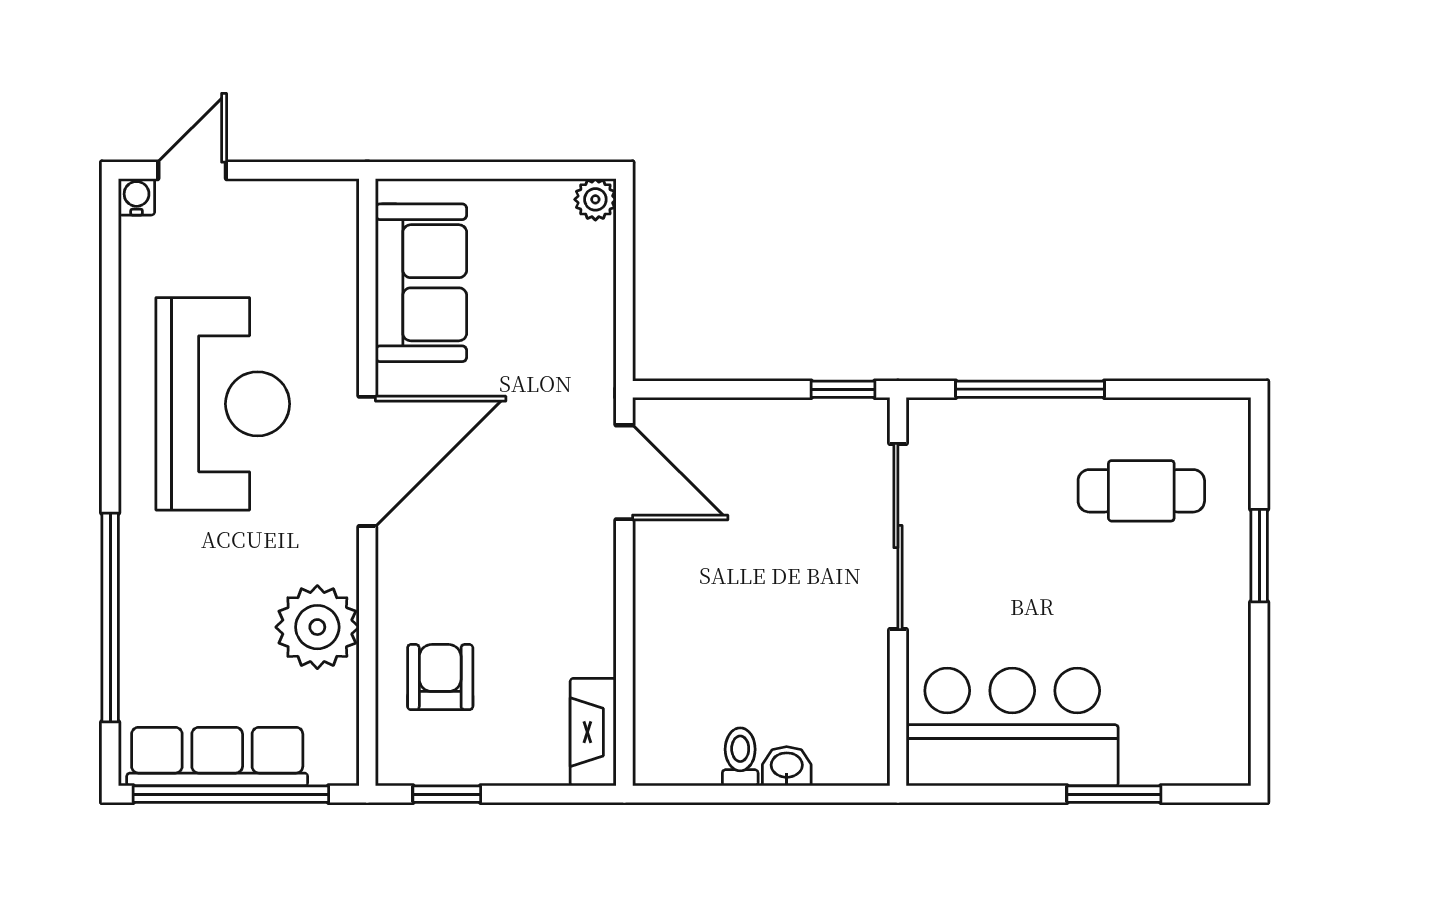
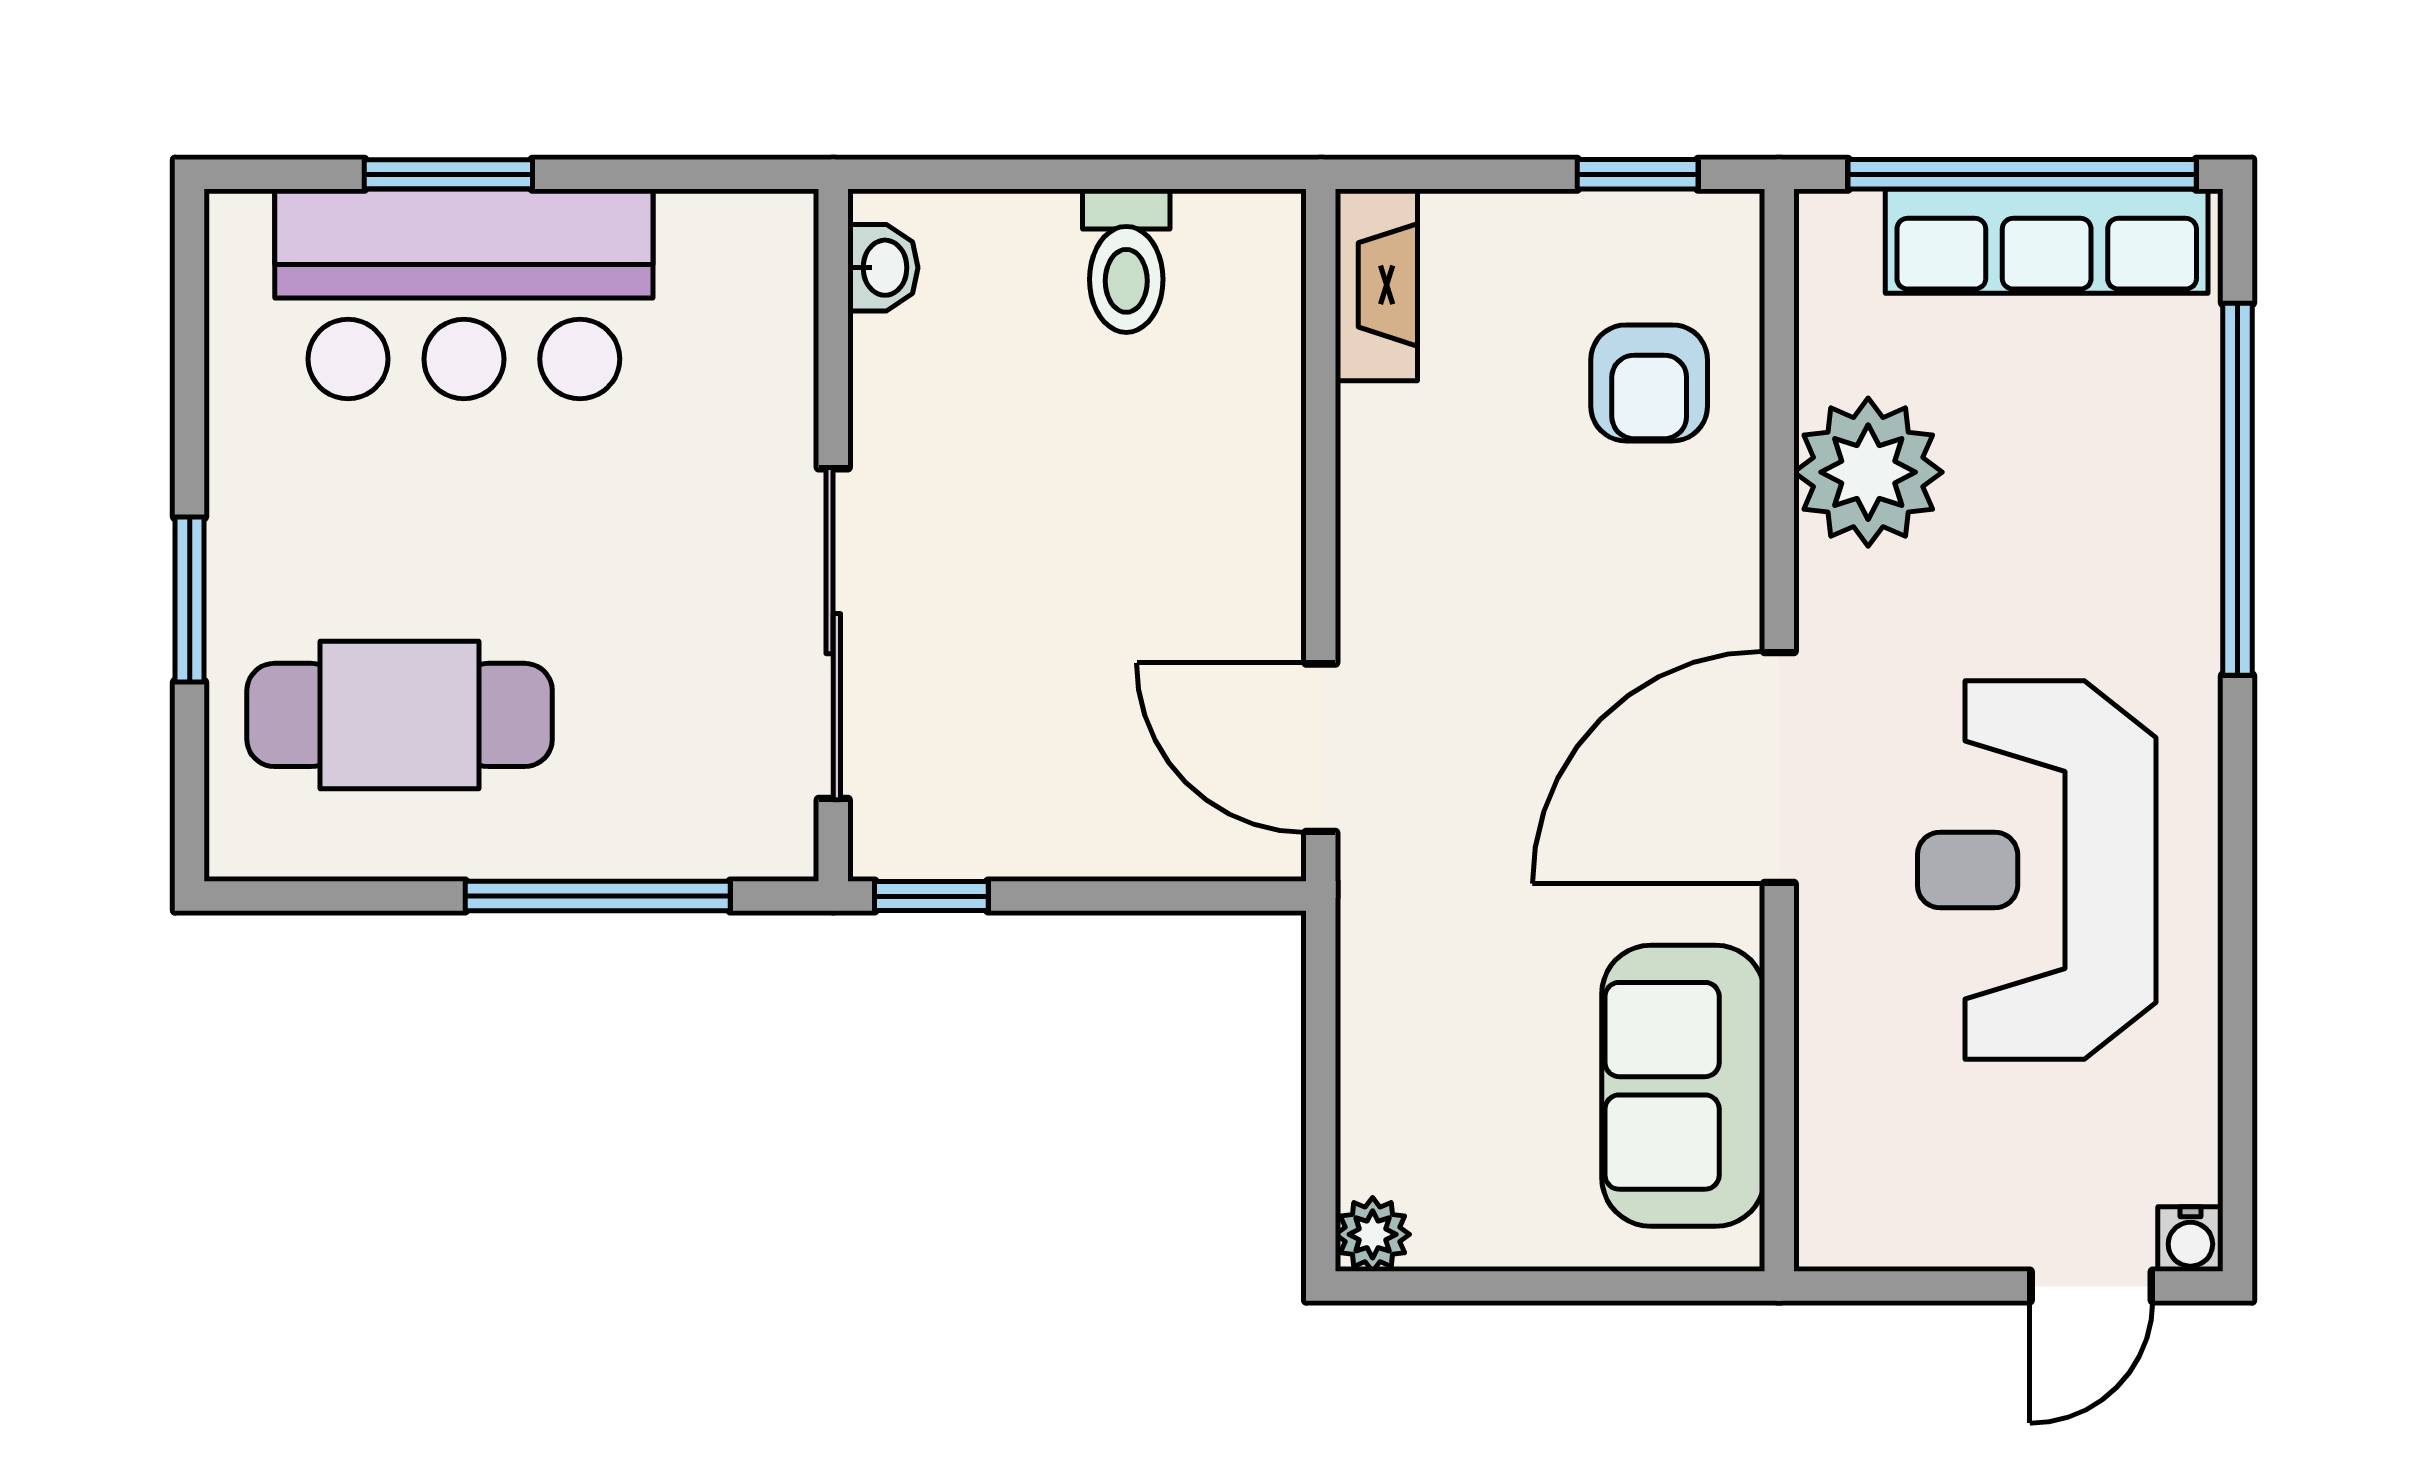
cafe table: (1141, 491) -> (400, 715), width x1.37, depth x1.35
bar counter: (1012, 727) -> (464, 294), moved
toilet: (740, 757) -> (1126, 261), width x1.37, depth x1.39
washbasin: (787, 766) -> (883, 268), moved, turned -90

